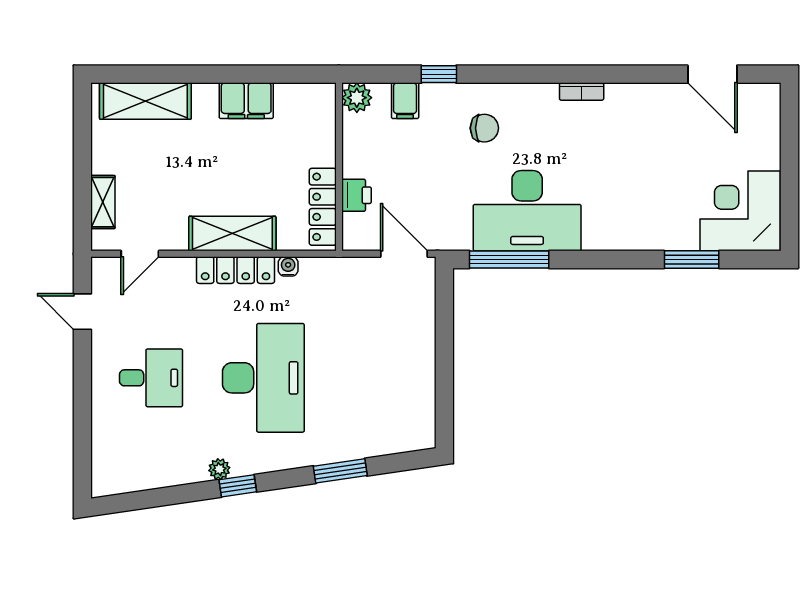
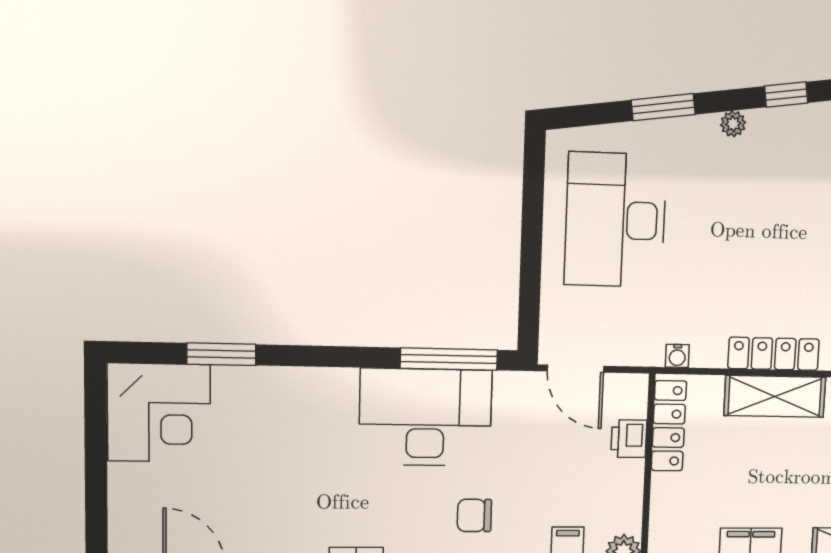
water cooler: (288, 266) -> (677, 356), moved
desk: (263, 378) -> (615, 220), moved
plant: (219, 469) -> (733, 124), moved

